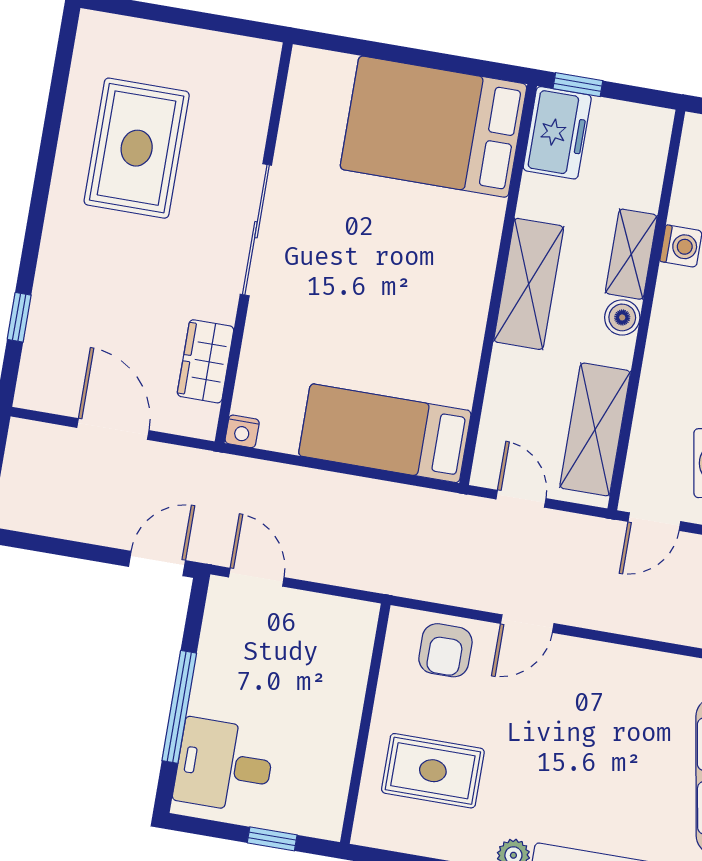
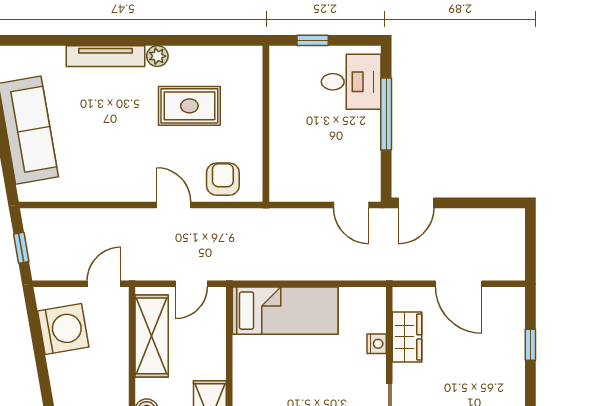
nightstand: (242, 431) -> (377, 344), moved, turned 90
door: (521, 499) -> (191, 284), hinge flipped
door: (527, 624) -> (174, 205), hinge flipped
rug: (433, 771) -> (189, 106), moved

